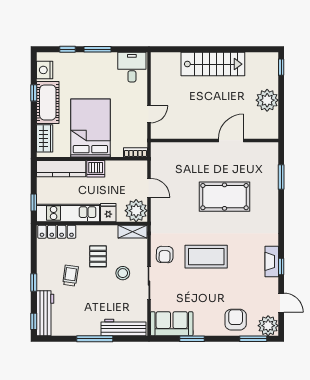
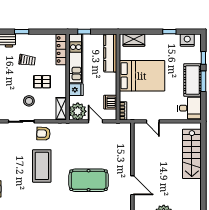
stairs: (213, 64) -> (192, 154), moved
cot: (48, 102) -> (193, 80), moved, turned 90
dishwasher: (96, 169) -> (110, 102), moved
door: (149, 188) -> (95, 121), swing flipped
pool table: (224, 197) -> (89, 180), turned 90

